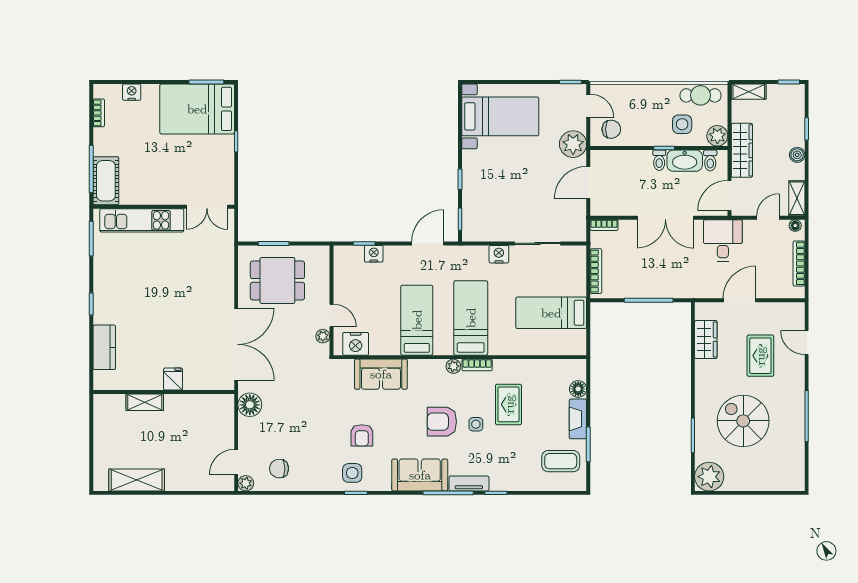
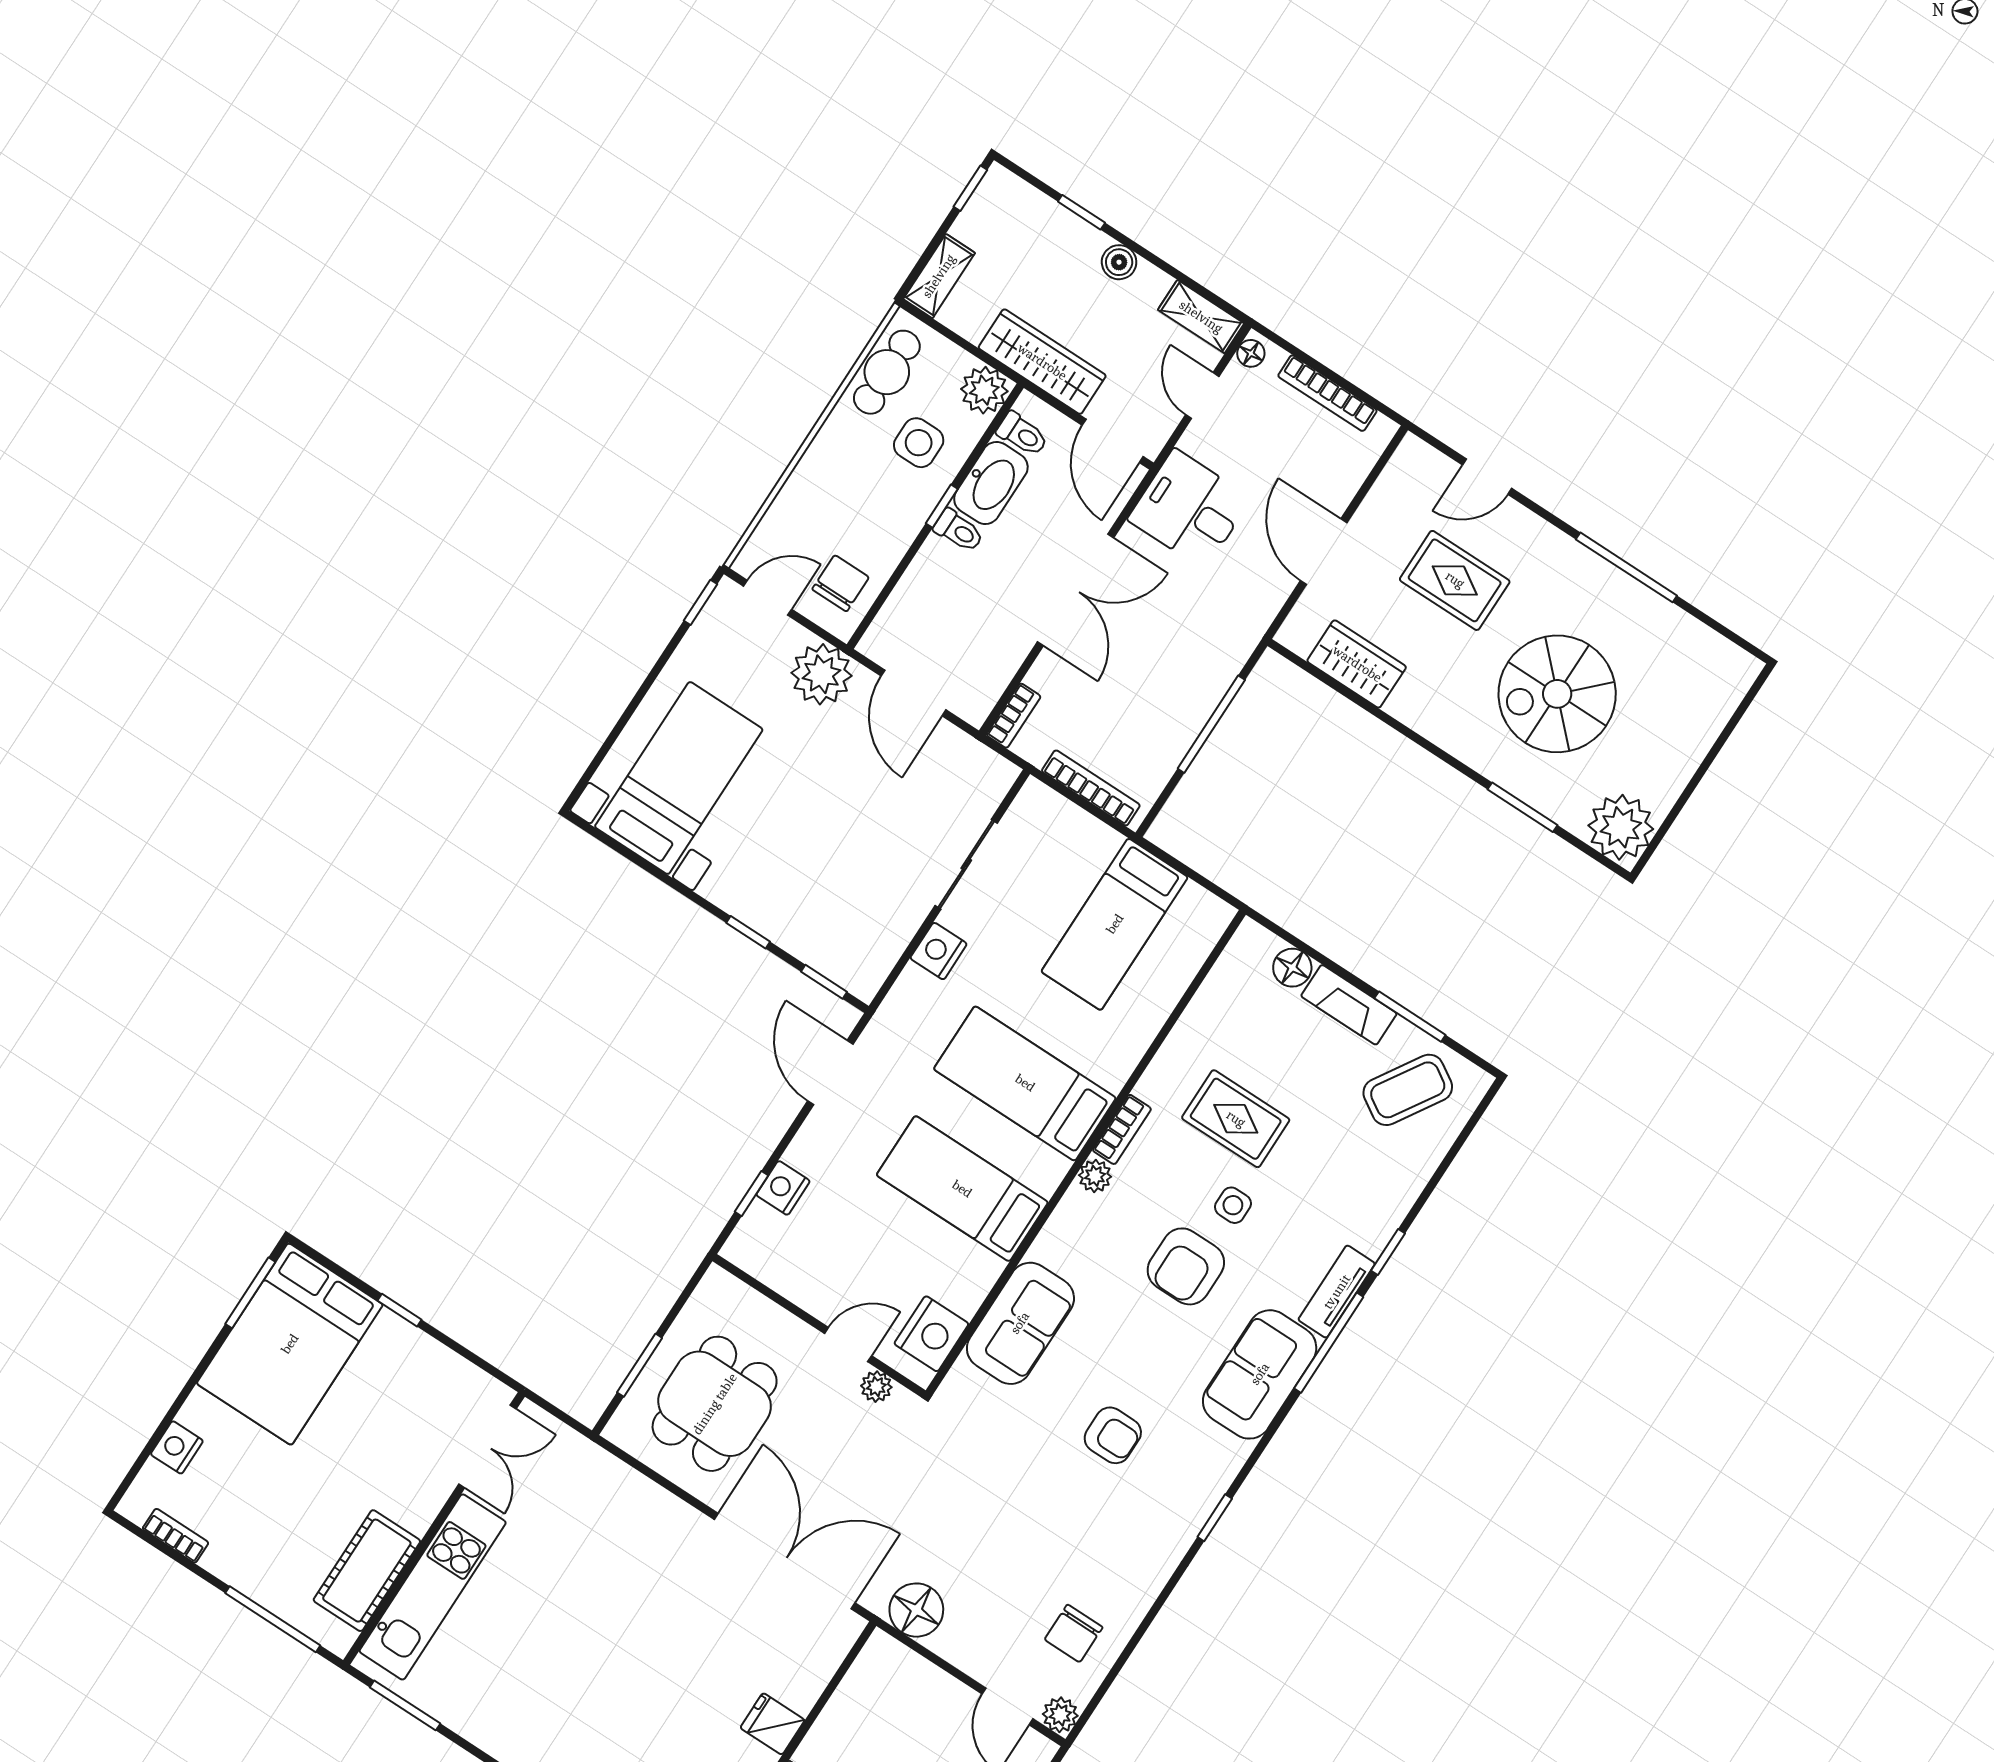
cot: (106, 181) -> (367, 1571), moved, turned 90
coffee table: (561, 461) -> (1408, 1090), turned 32
side table: (352, 473) -> (1172, 1500), removed

